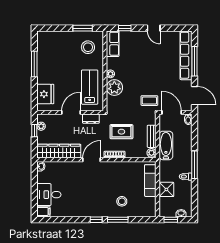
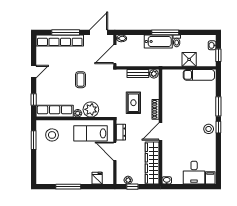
row of seats: (113, 44) -> (55, 111), width x1.48
fridge: (45, 94) -> (97, 178), width x0.53, depth x0.75
coffee table: (149, 101) -> (80, 80), moved
bathtub: (166, 145) -> (158, 41), moved, turned 180
door: (92, 160) -> (160, 132), hinge flipped
exam couch: (150, 181) -> (199, 75), moved
stool: (122, 201) -> (209, 129), moved

